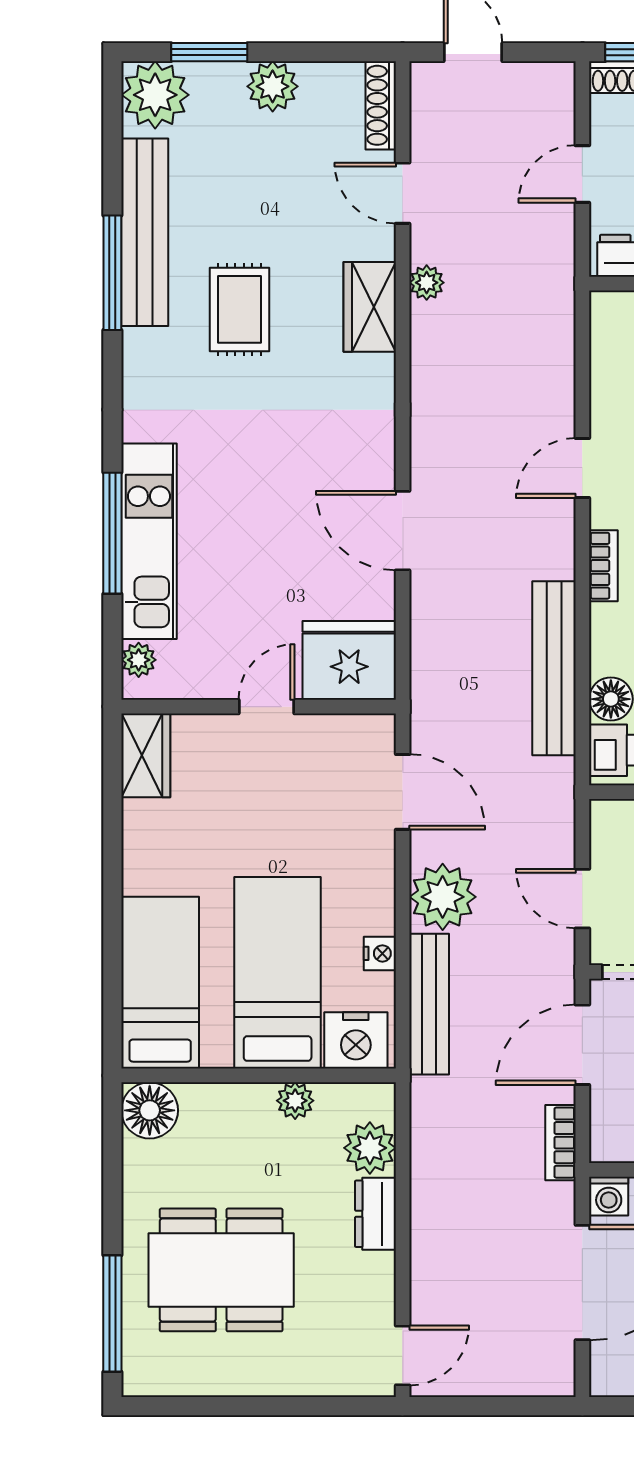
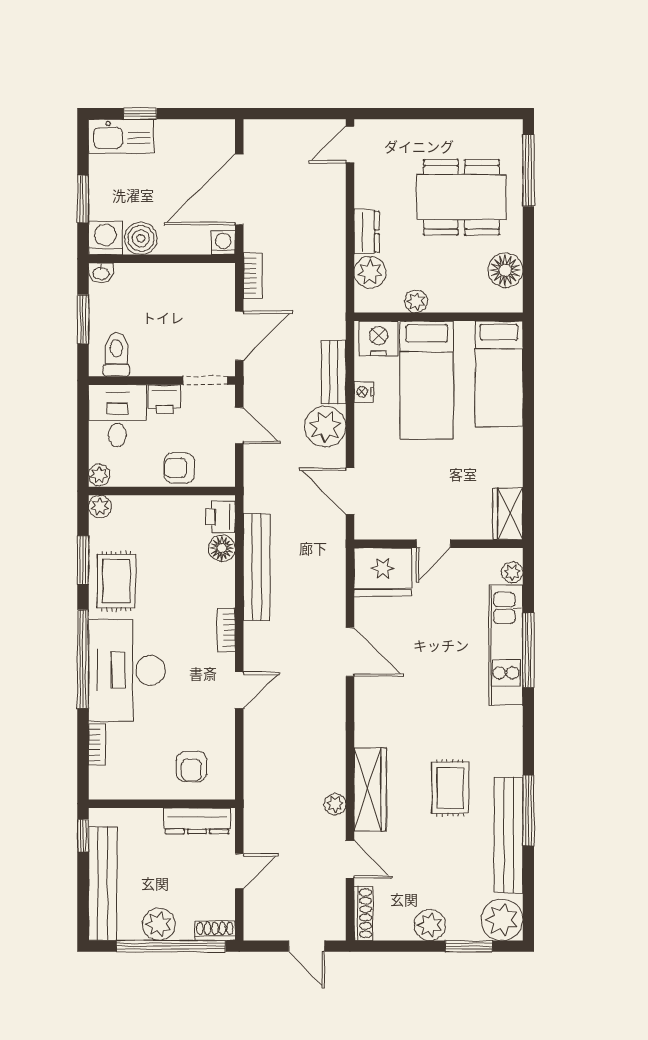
wardrobe: (370, 307) -> (370, 789), width x1.50
bench: (429, 1004) -> (334, 372), width x0.73
floor lamp: (150, 1110) -> (505, 270), moved

